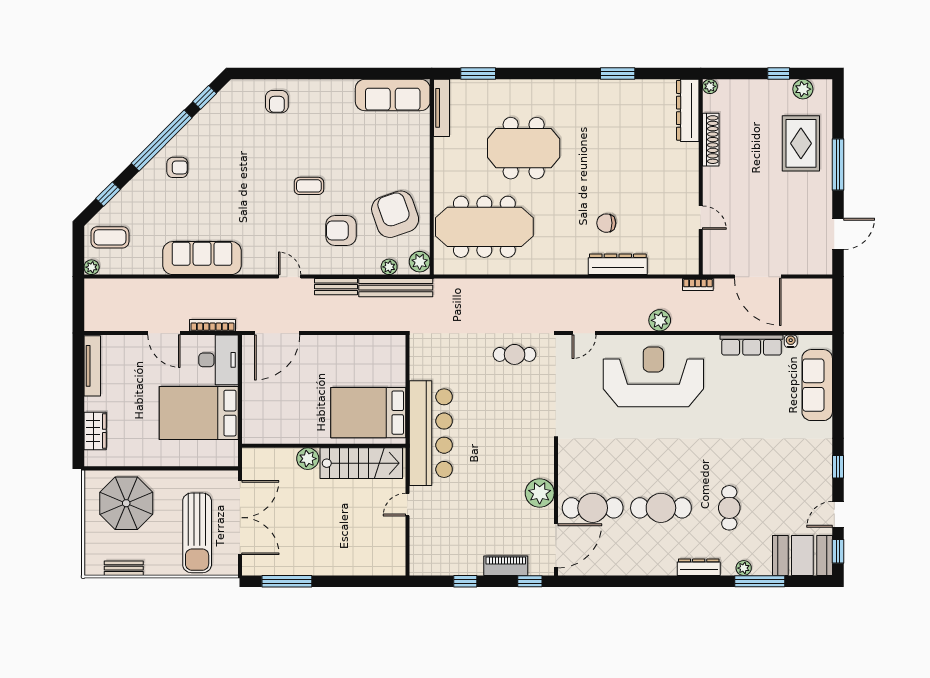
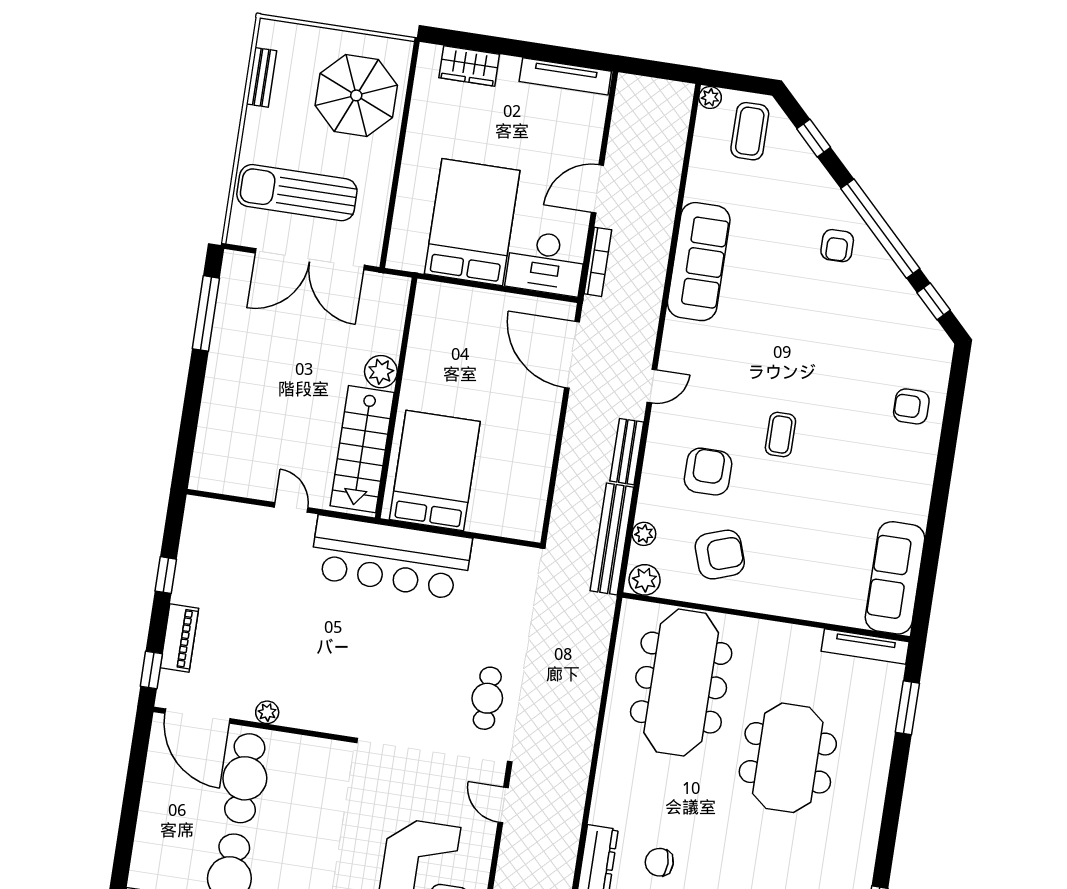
armchair: (395, 214) -> (720, 555), width x0.73, depth x0.73
chair: (606, 223) -> (659, 862), turned -90
plant: (540, 493) -> (267, 712), width x0.53, depth x0.53

